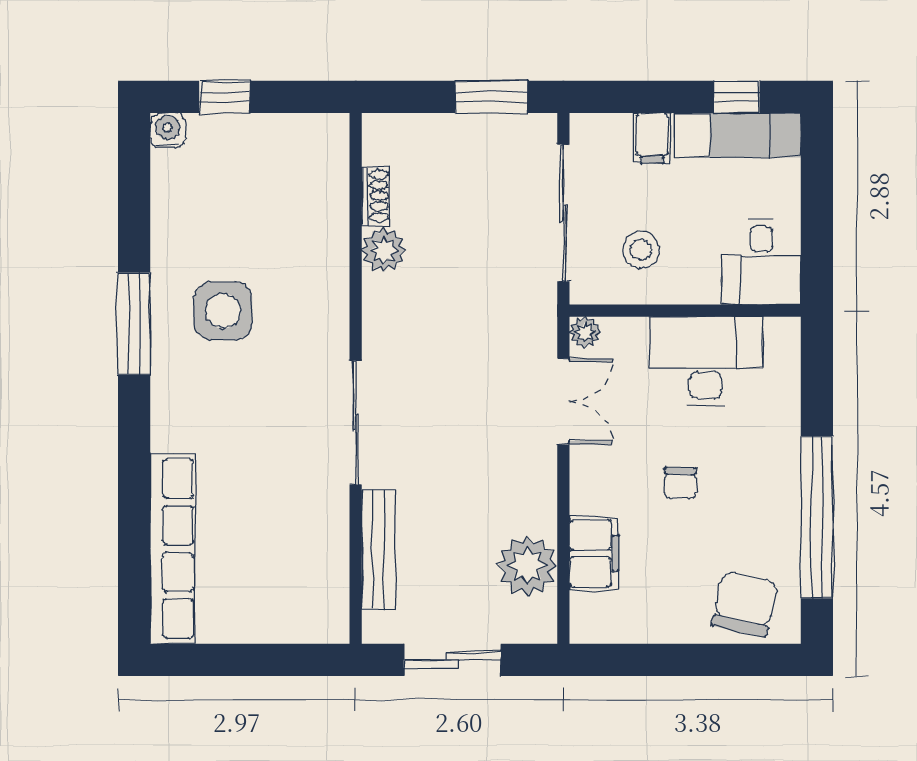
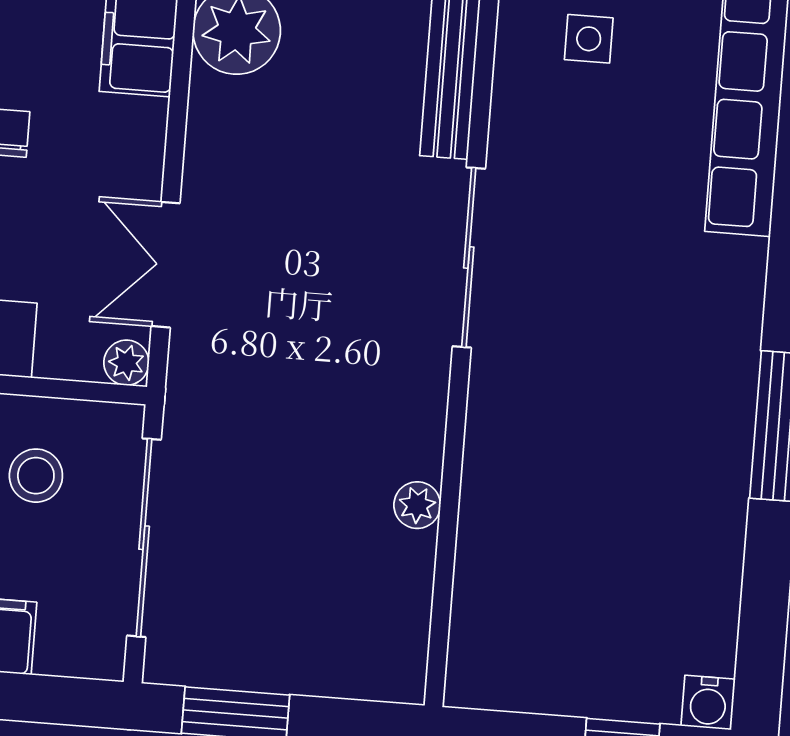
shoe rack: (376, 196) -> (414, 584), removed
plant: (384, 250) -> (417, 505), width x0.73, depth x0.73
side table: (223, 311) -> (589, 39), moved, width x0.54, depth x0.54

